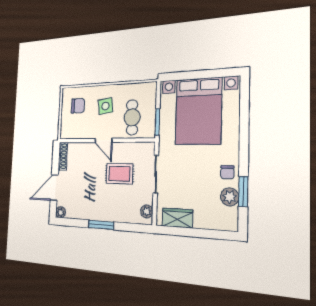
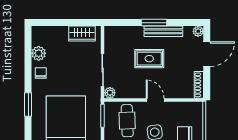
rug: (119, 174) -> (149, 59), moved
window: (243, 191) -> (28, 104), moved
plant: (147, 211) -> (110, 93), moved
bench: (92, 215) -> (163, 31), added

